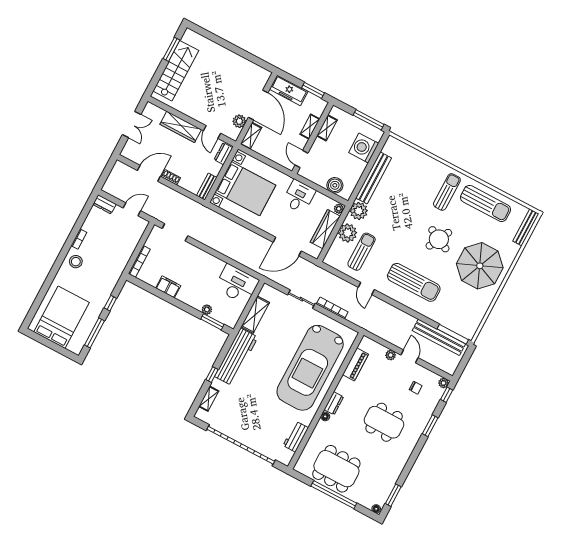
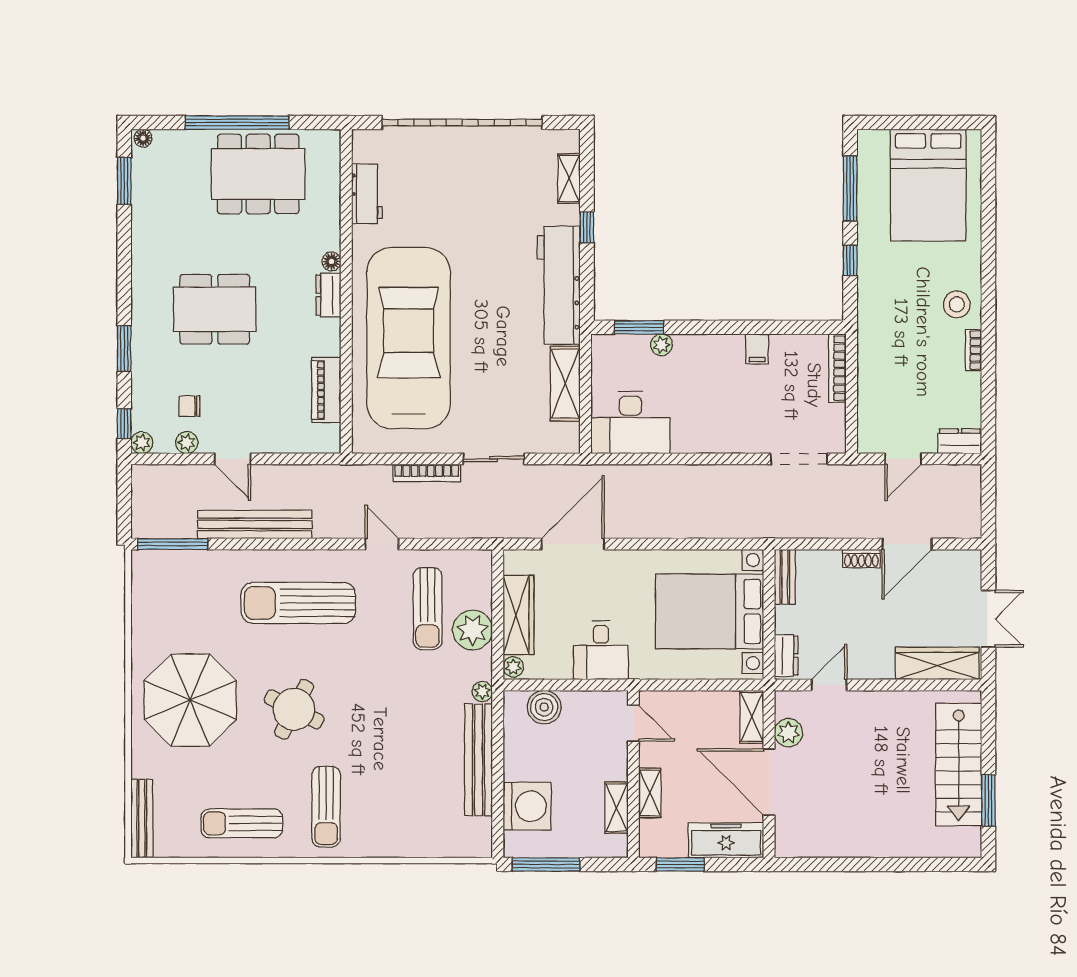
double door: (132, 125) -> (988, 619), swing flipped
wardrobe: (181, 127) -> (937, 663), moved
door: (212, 132) -> (829, 685), hinge flipped
sun lounger: (485, 203) -> (242, 823), width x0.73, depth x0.75
plant: (359, 211) -> (482, 691), width x0.53, depth x0.53
filing cabinet: (168, 287) -> (757, 349), width x0.50
bench: (439, 337) -> (255, 524), moved
plant: (391, 355) -> (187, 443), moved

